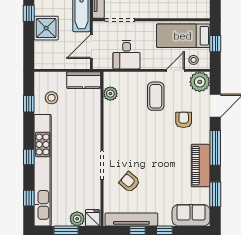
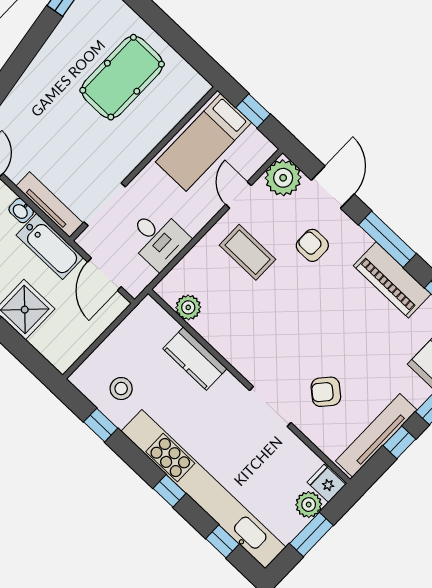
stool: (194, 60) -> (247, 159), removed
kitchen counter: (84, 80) -> (195, 359), moved, turned 90

